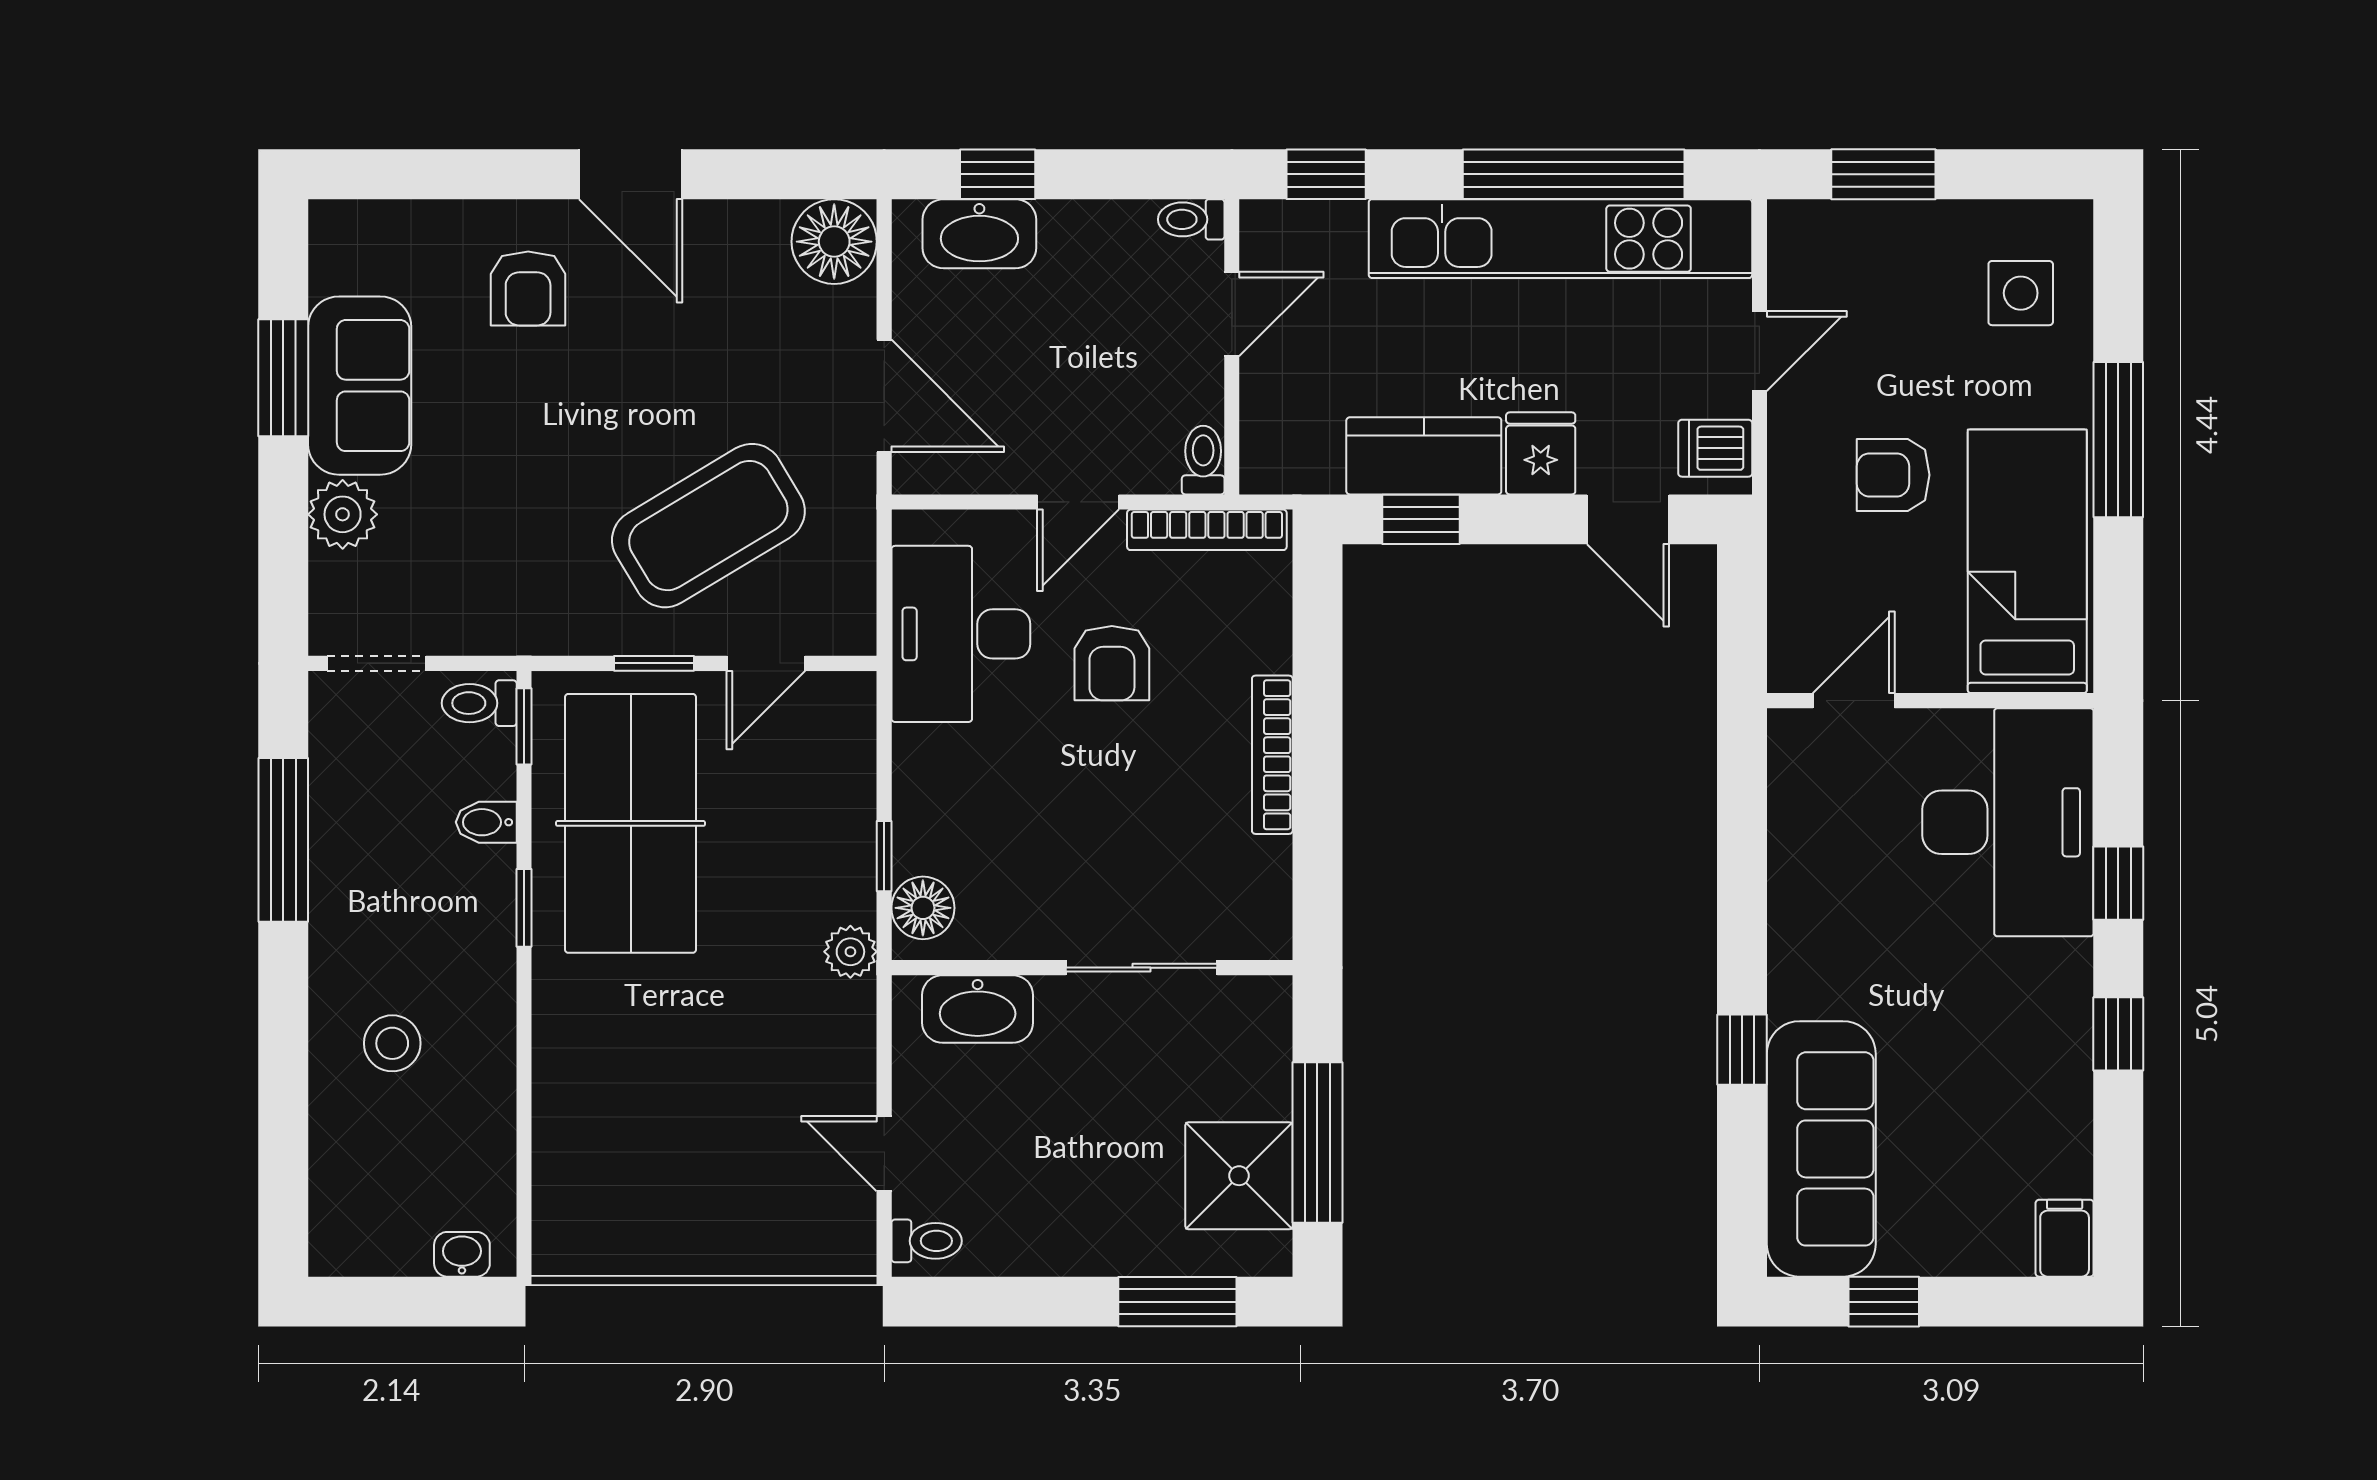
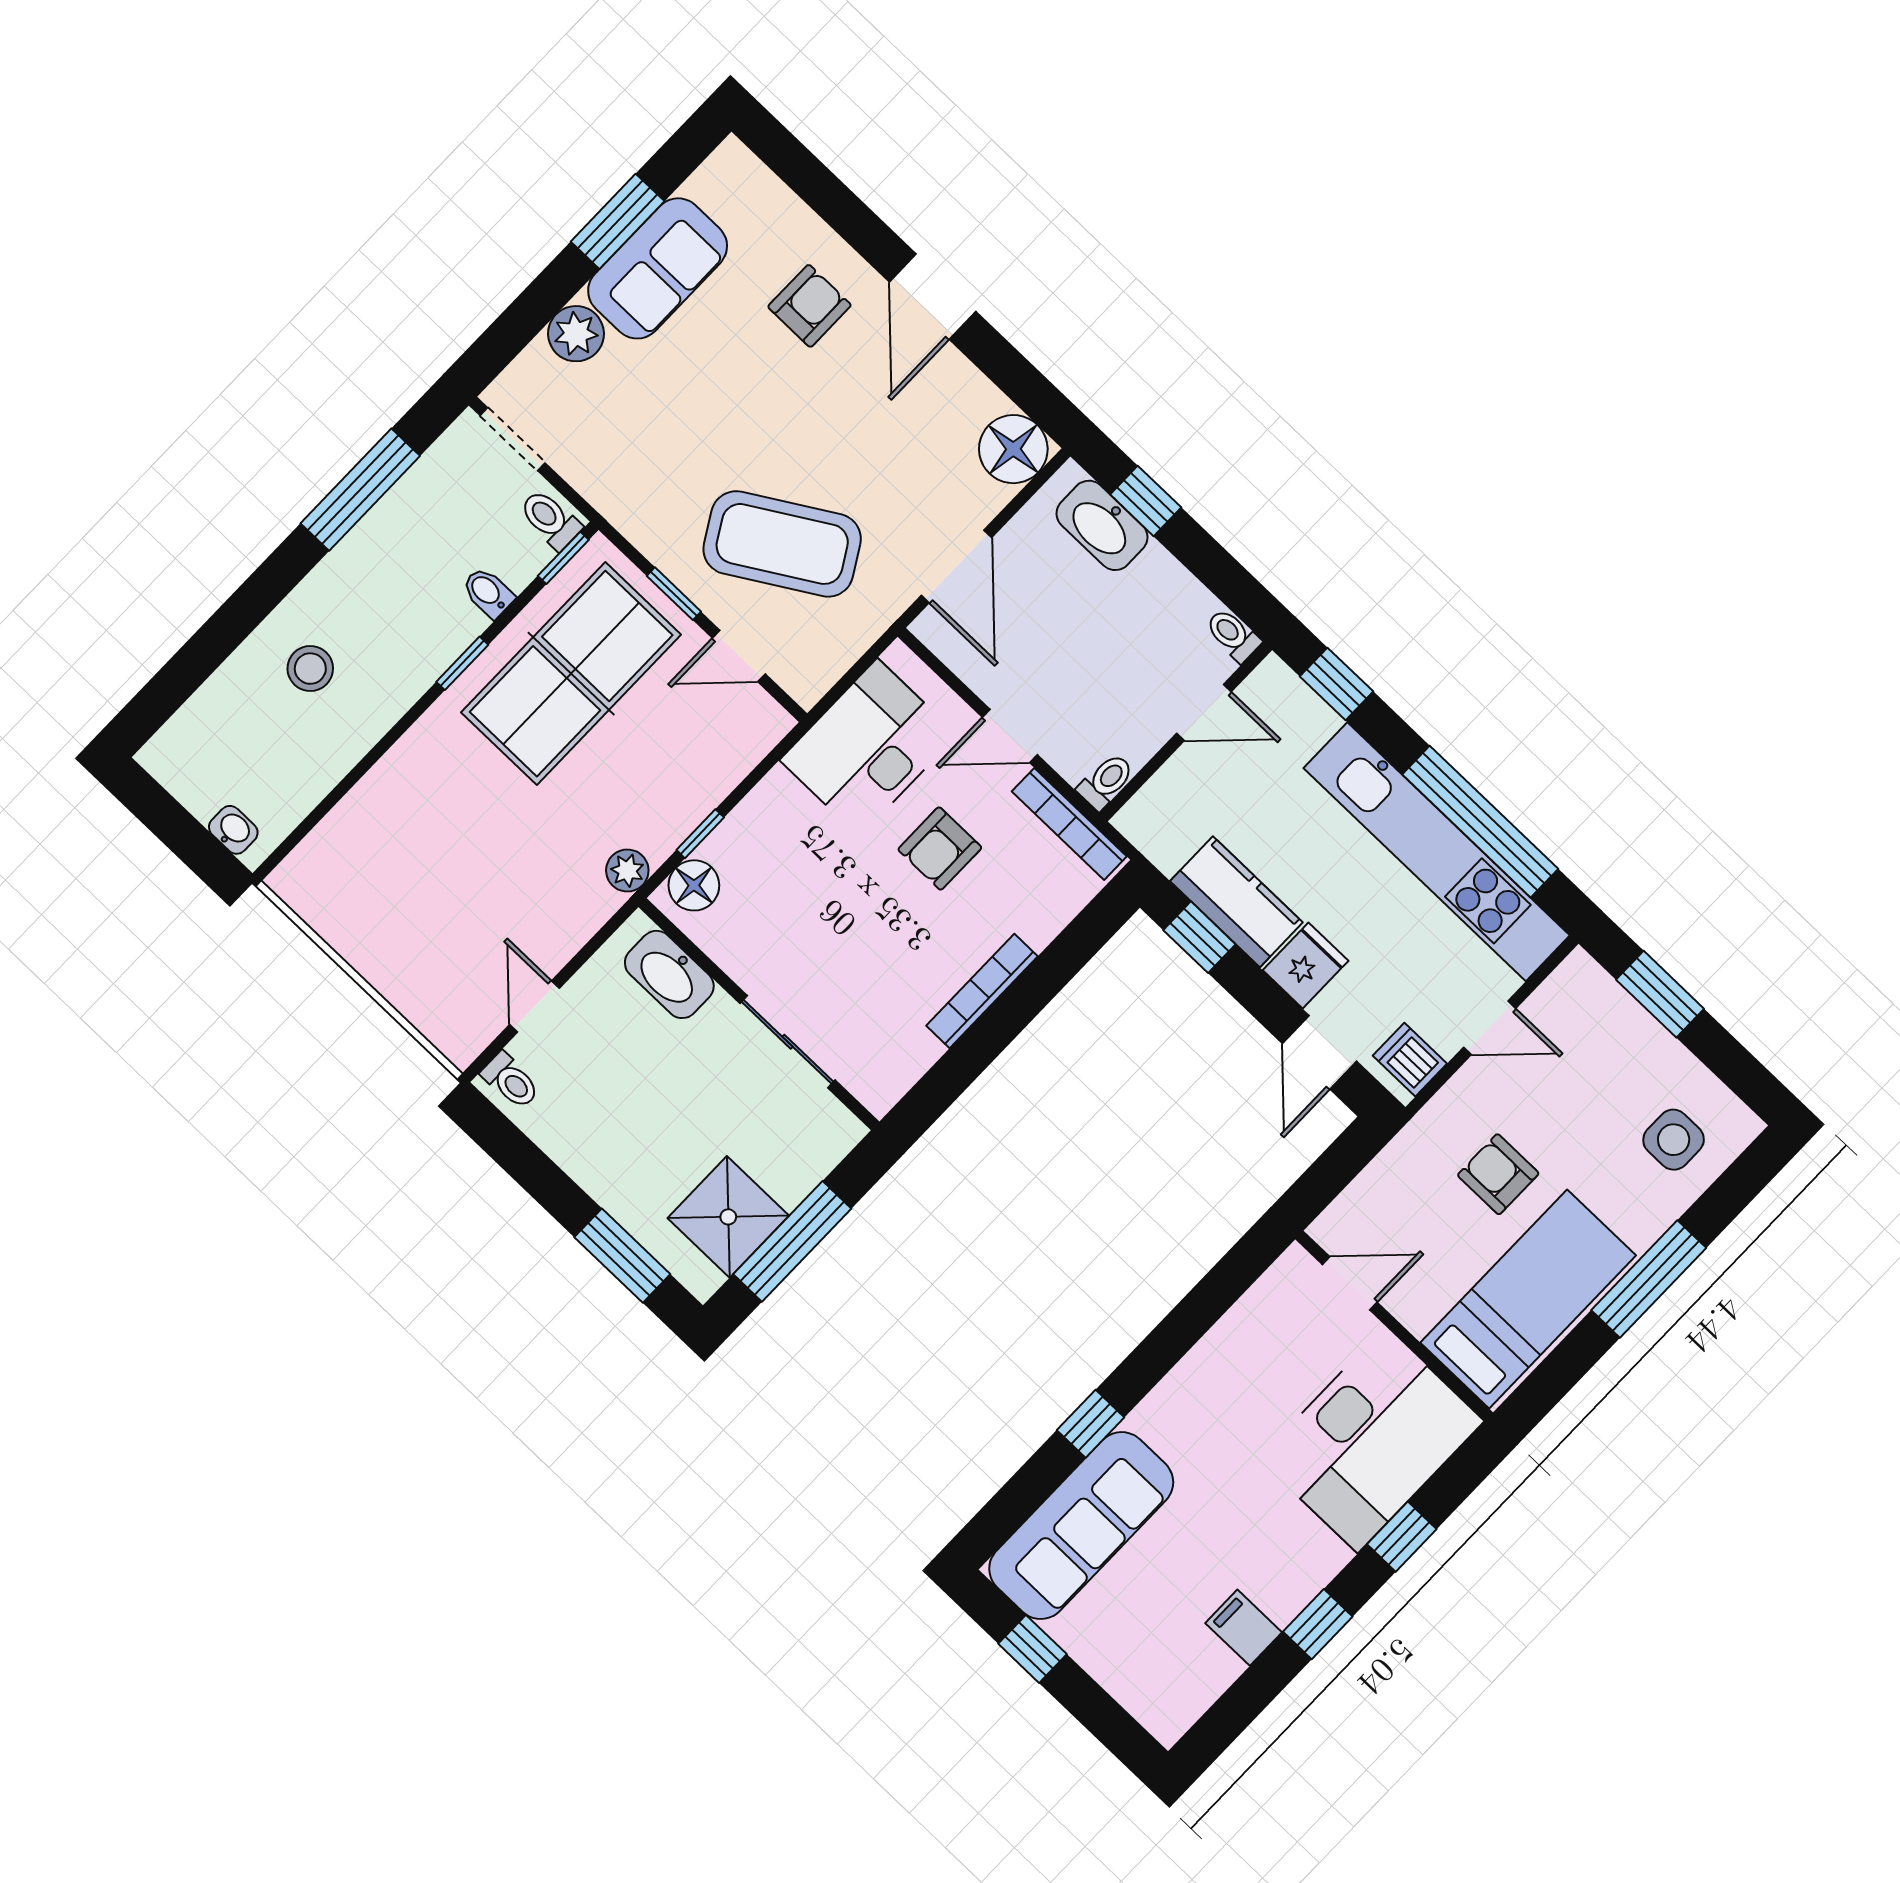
armchair: (528, 288) -> (809, 306), turned 180
filing cabinet: (2065, 1238) -> (1244, 1628), moved, turned -90

